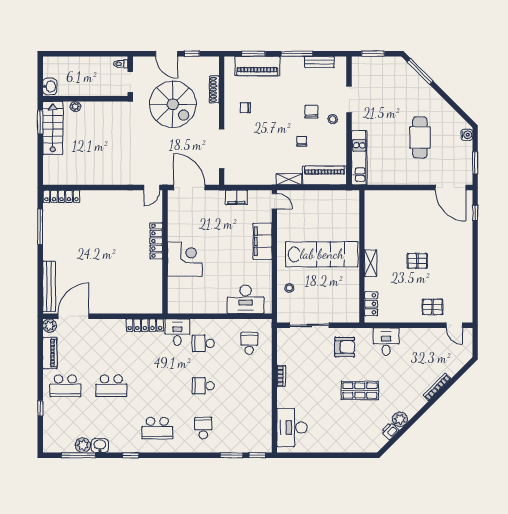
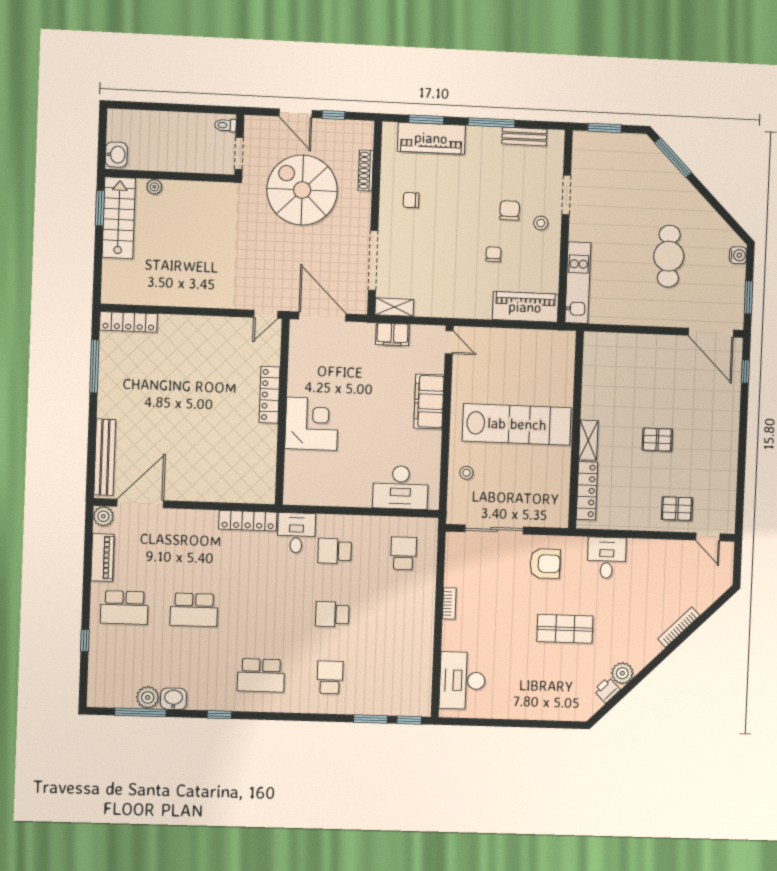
spiral stairs: (173, 104) -> (302, 190), turned 180
shelving: (289, 179) -> (394, 307), moved
locker: (371, 304) -> (587, 491), width x1.53

